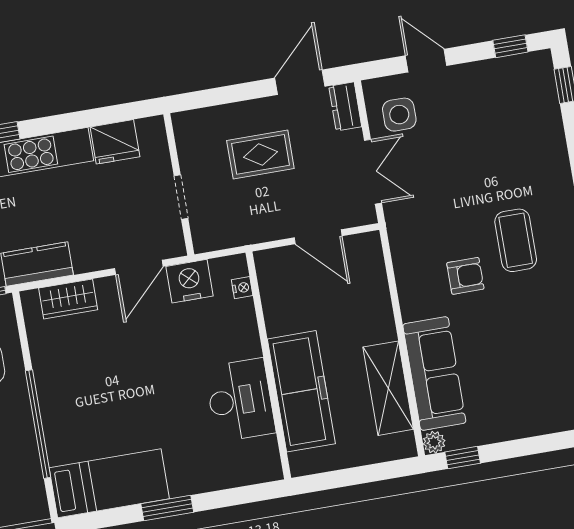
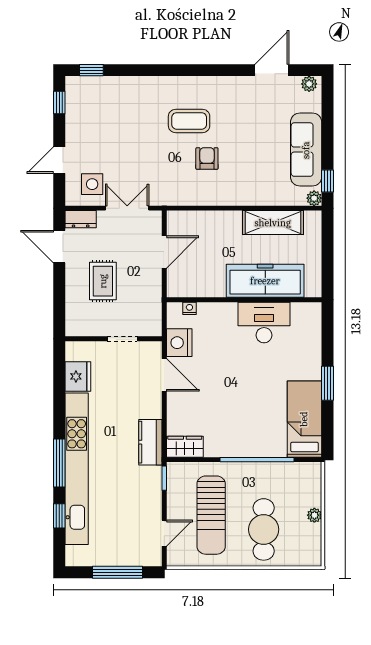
wardrobe: (68, 299) -> (185, 447), moved, turned -90
sofa: (434, 374) -> (306, 150), moved, turned -90

